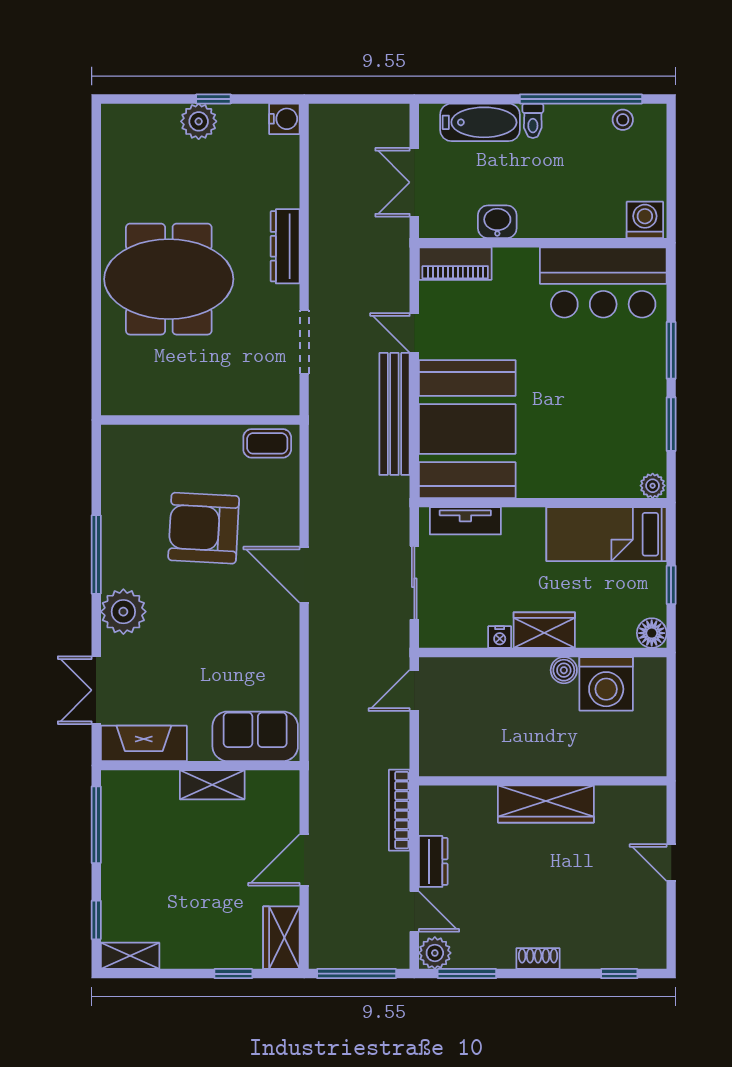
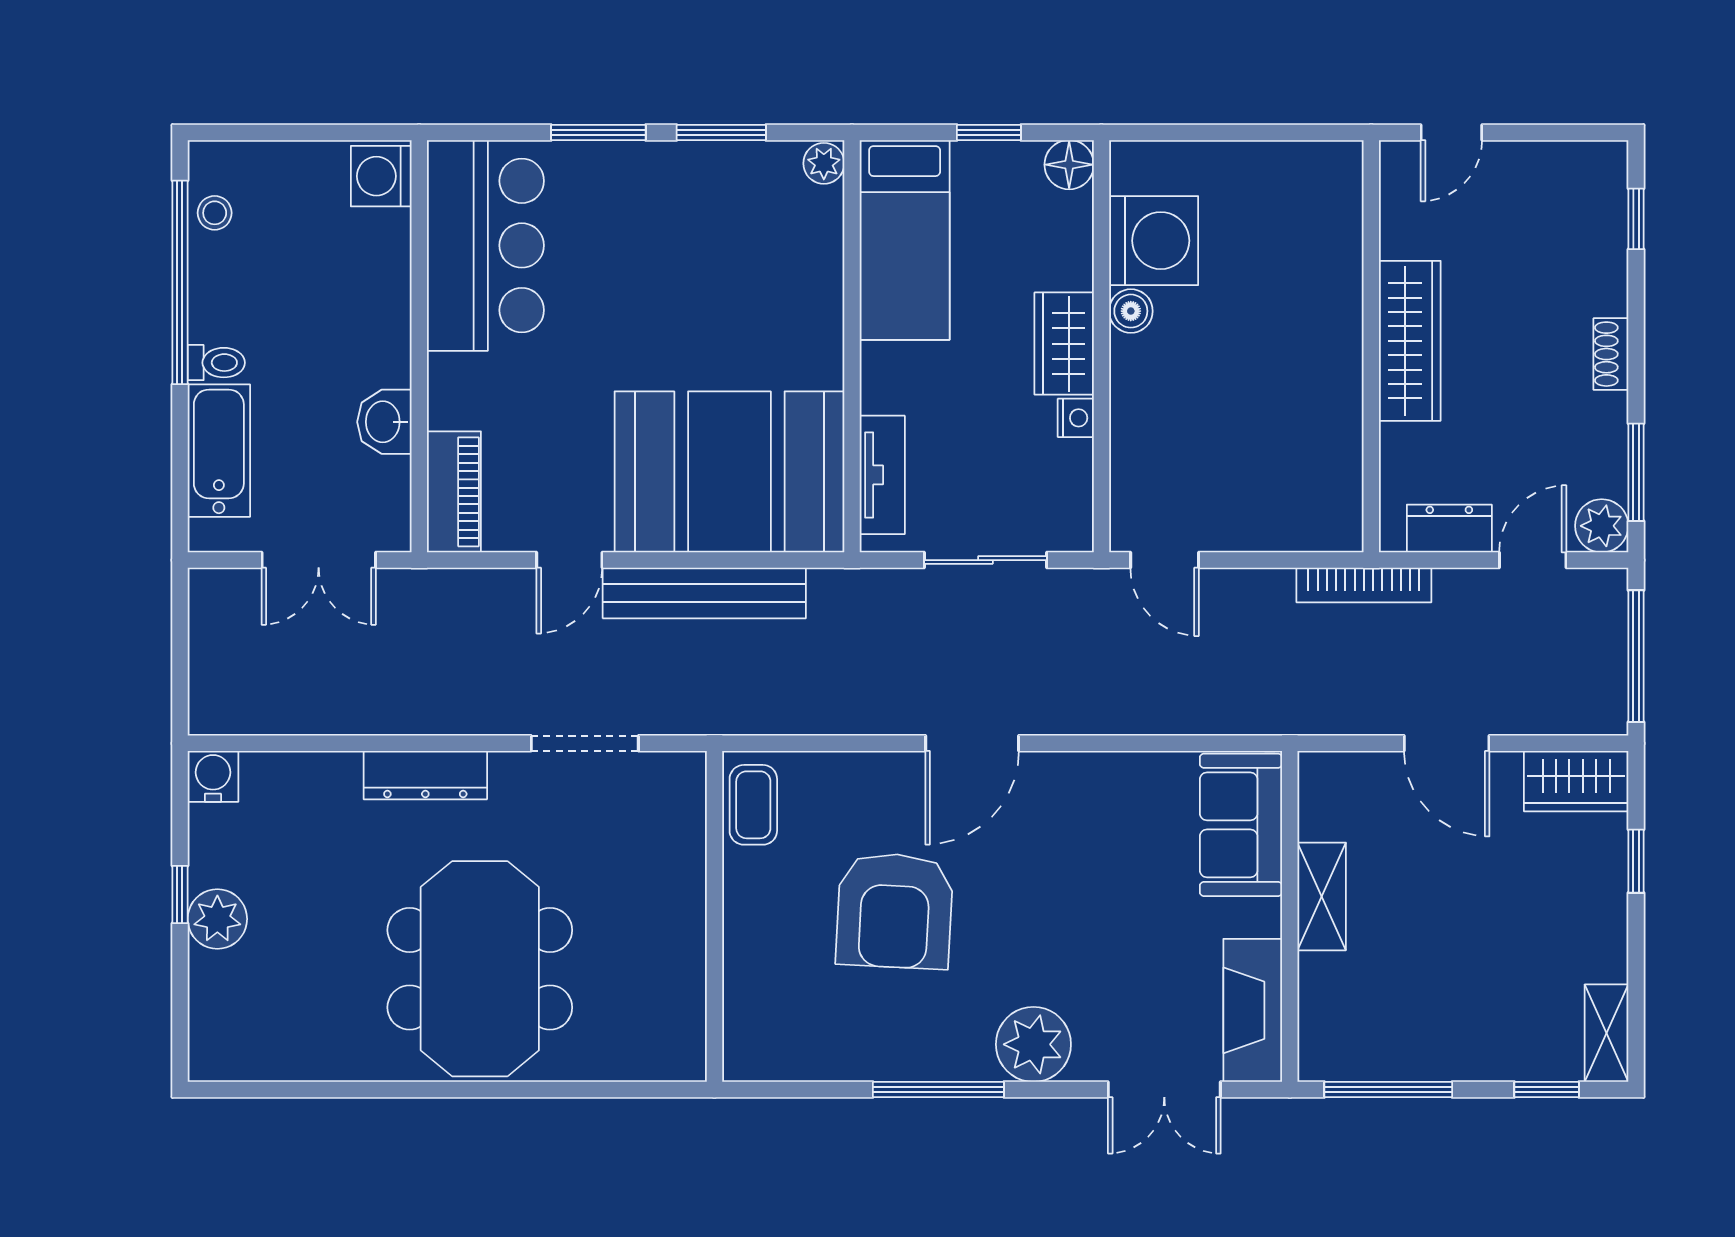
wall: (543, 781) -> (1371, 346), moved
wardrobe: (546, 804) -> (1410, 341), moved

